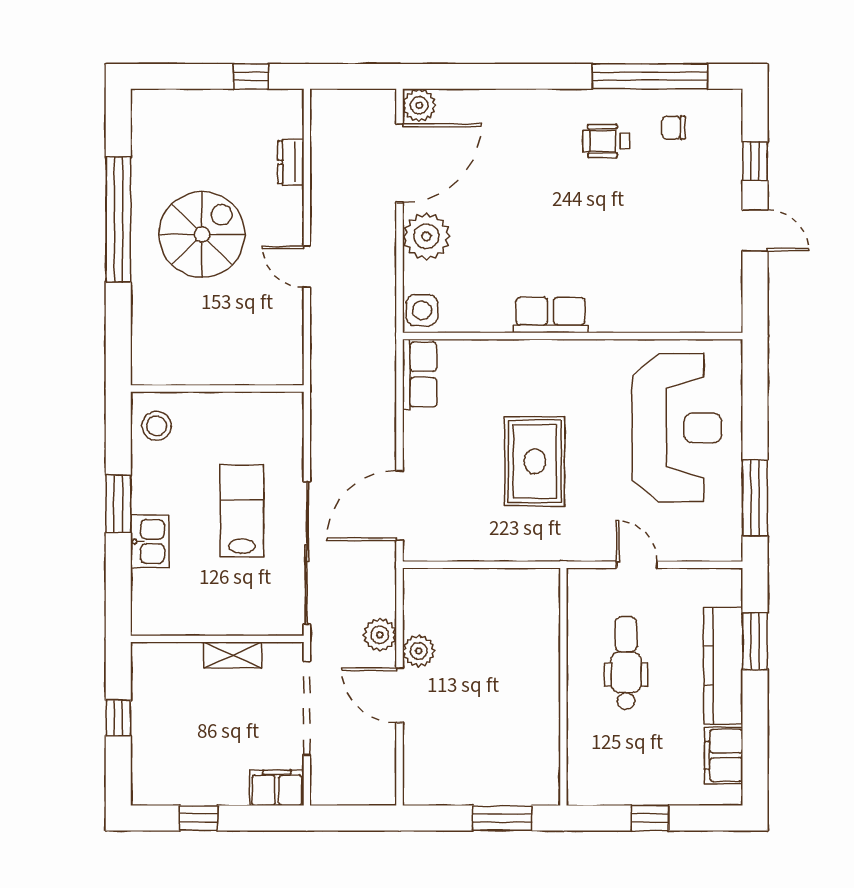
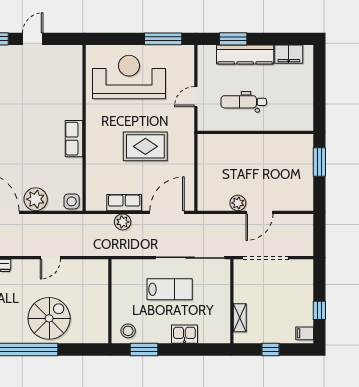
spiral stairs: (202, 234) -> (49, 318), moved, turned 90
row of seats: (420, 374) -> (124, 203), moved
window: (118, 504) -> (144, 350), moved
door: (400, 506) -> (167, 212), swing flipped
lab bench: (242, 511) -> (170, 289), turned 180
plant: (380, 635) -> (123, 222), moved
shelving: (233, 655) -> (240, 318), moved
filing cabinet: (277, 788) -> (305, 333), moved, width x0.50
window: (650, 818) -> (319, 90), removed

